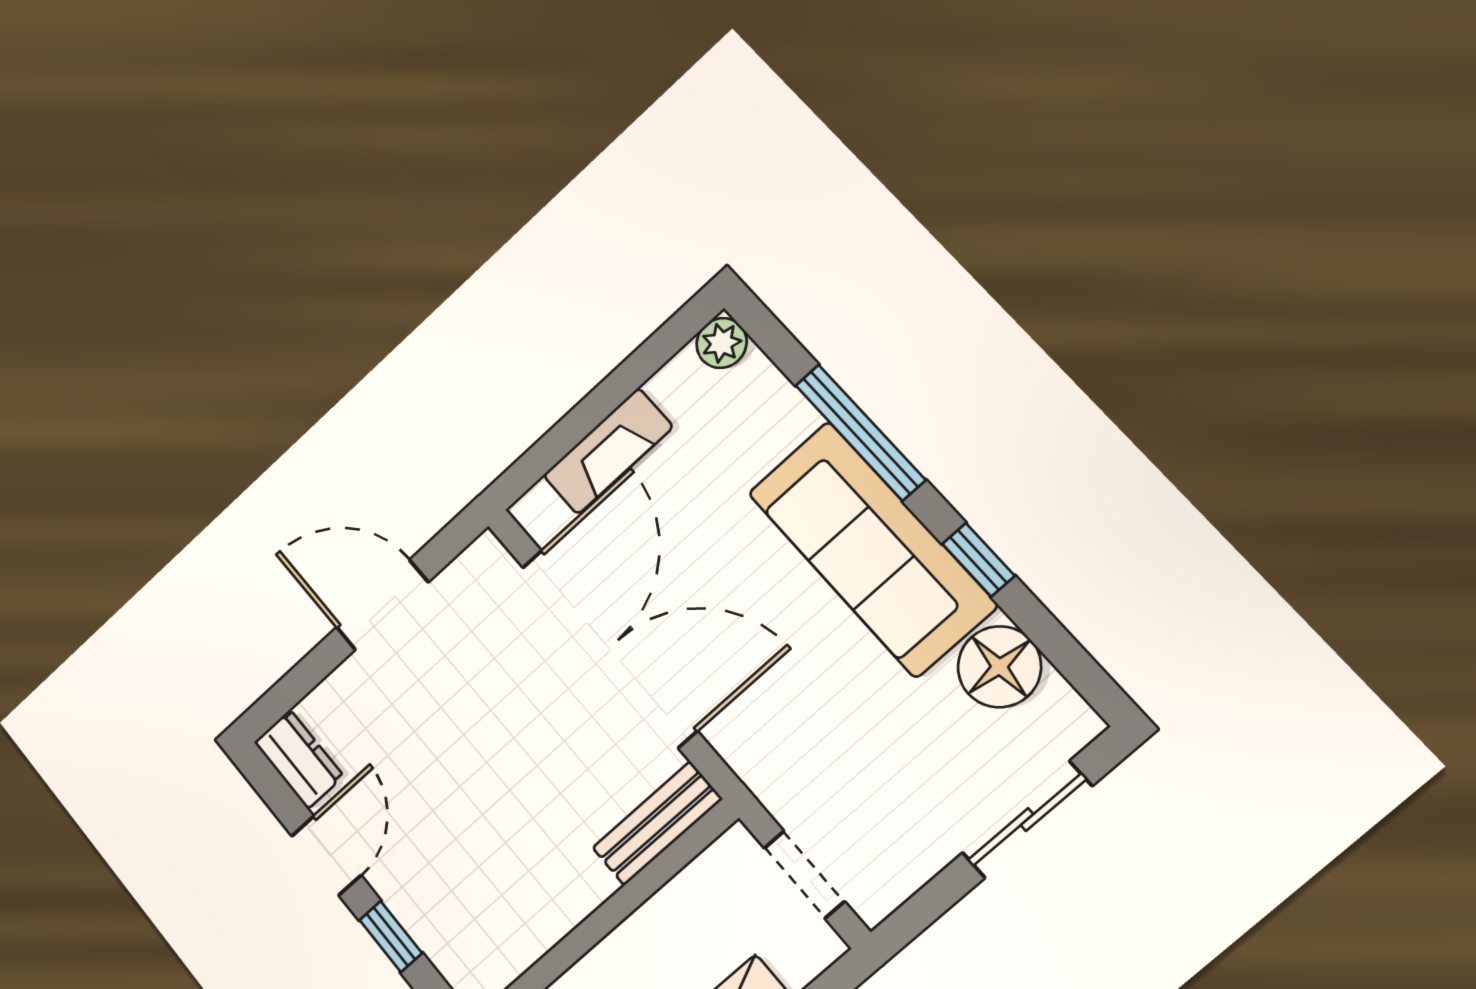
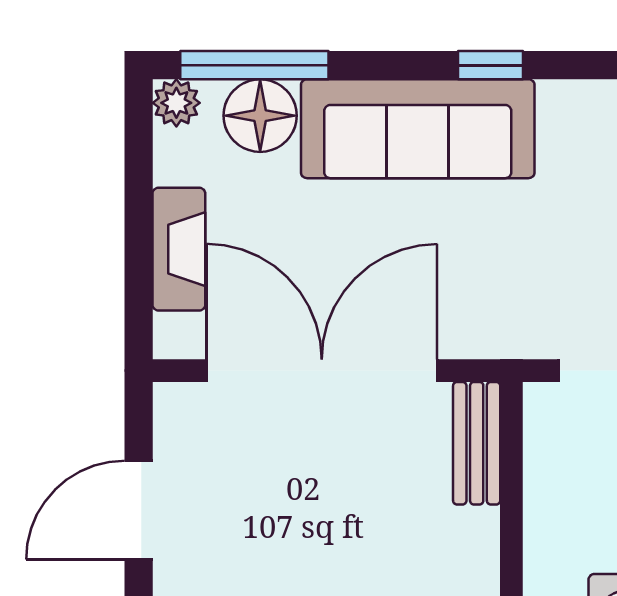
window: (860, 432) -> (254, 65), moved
floor lamp: (999, 667) -> (260, 116), moved

